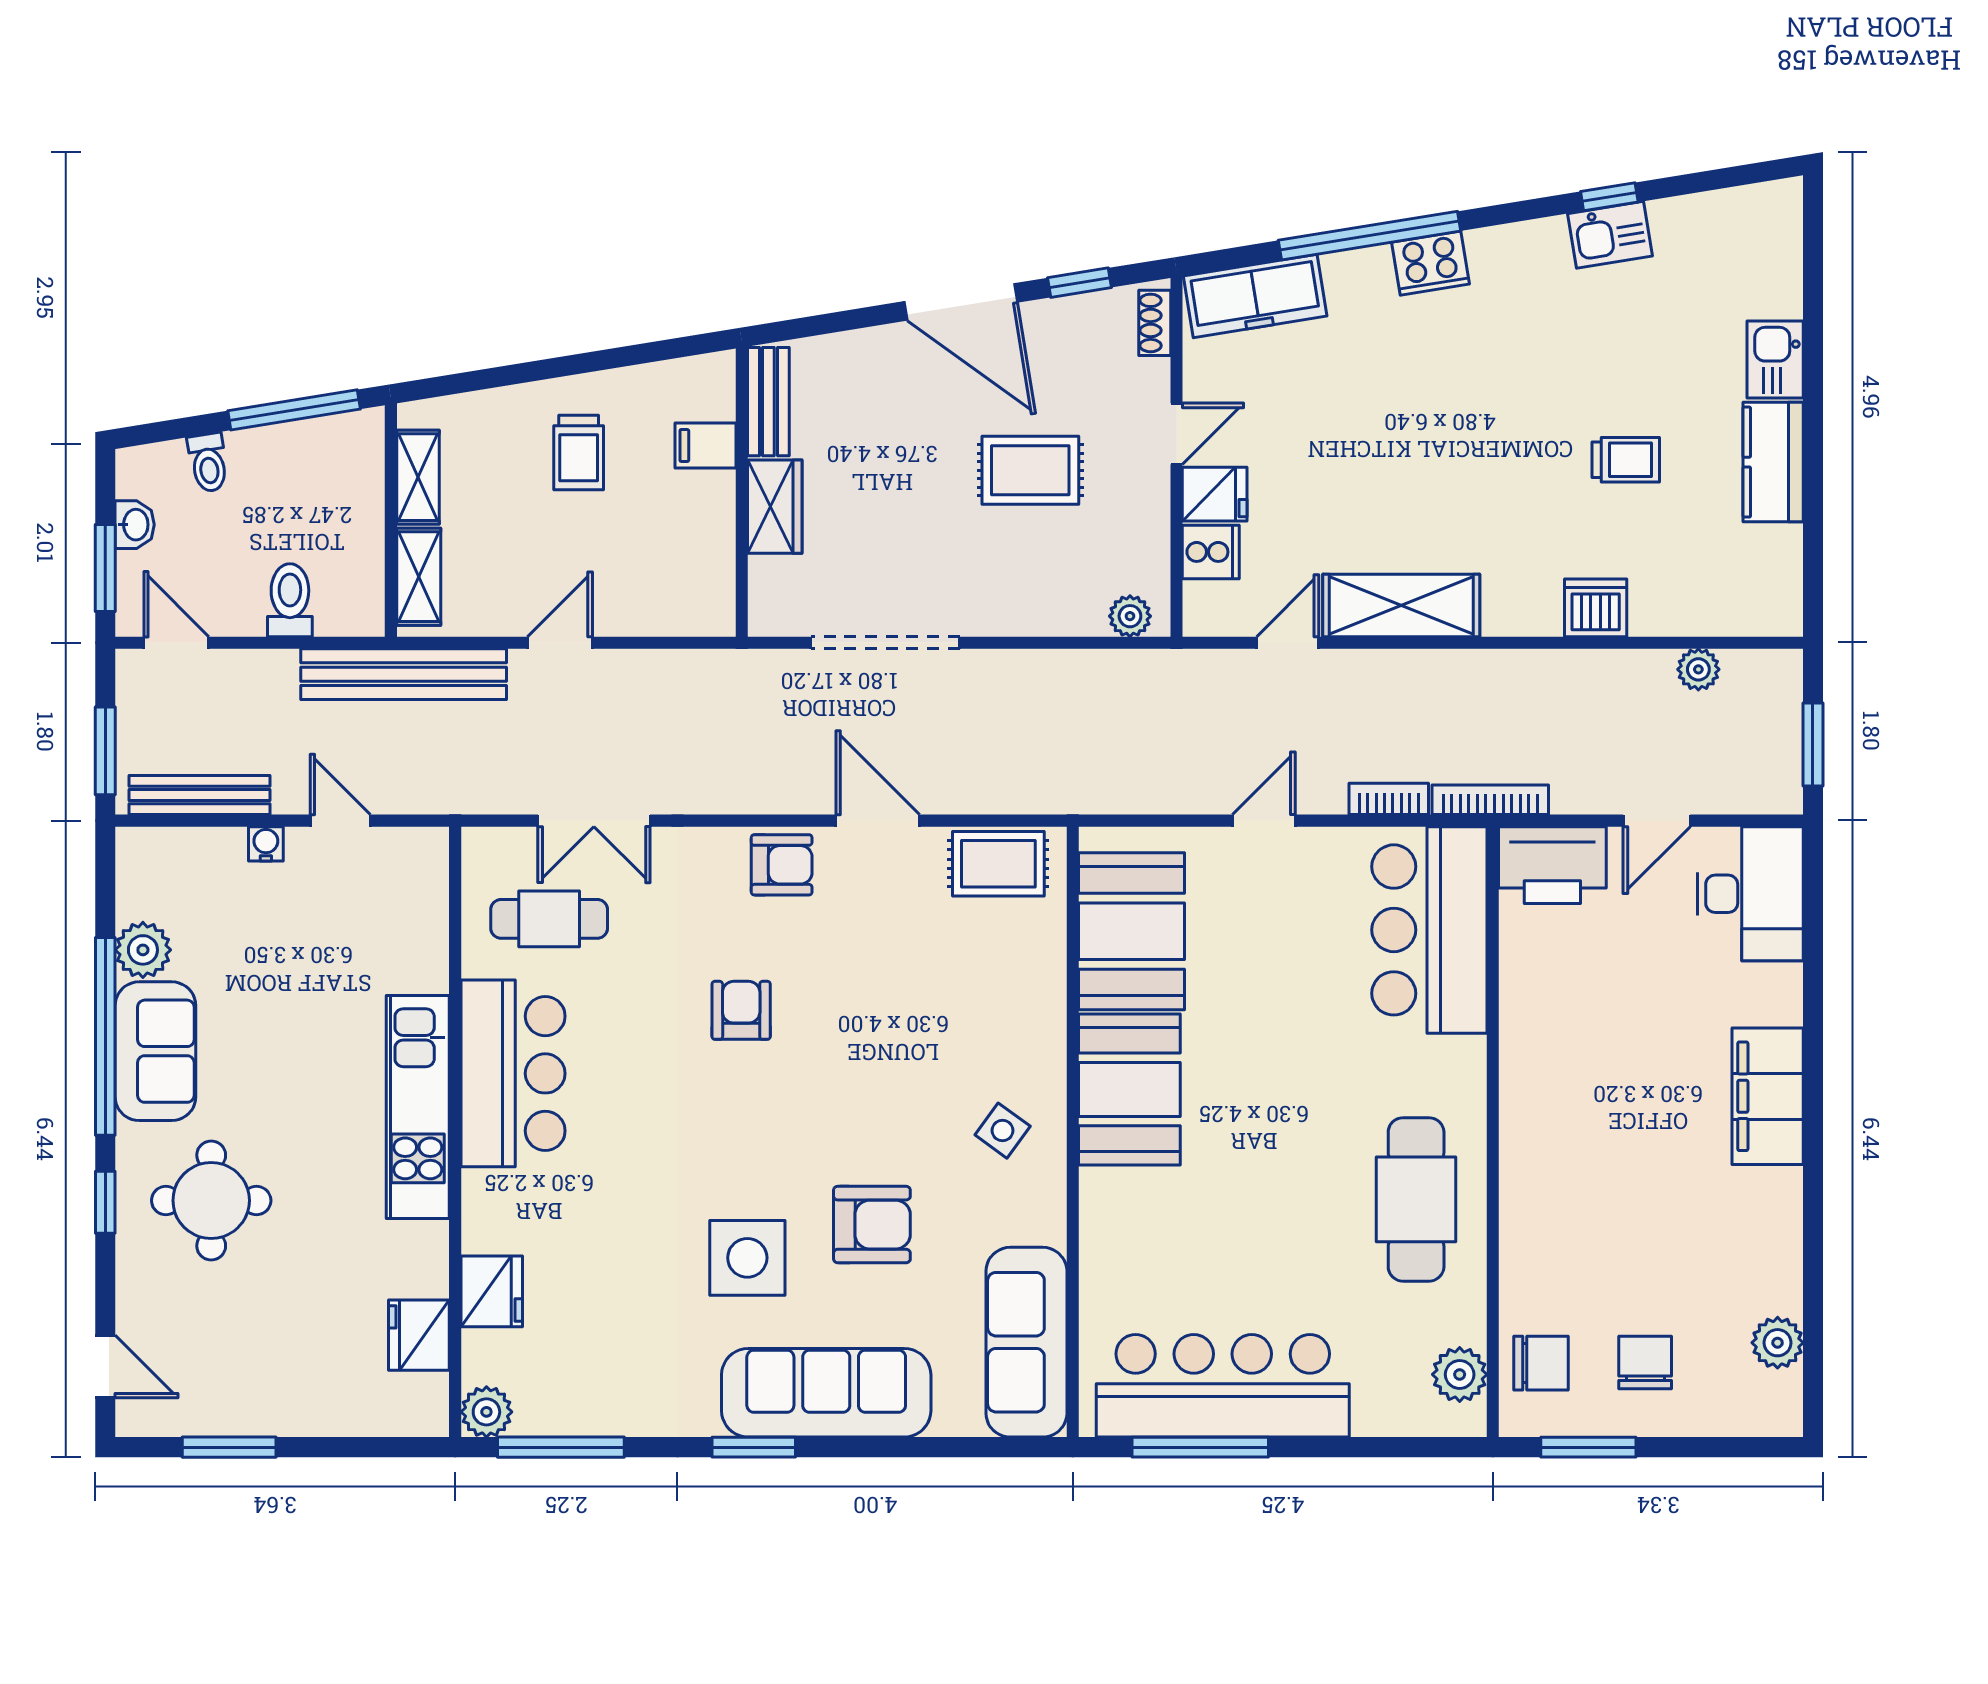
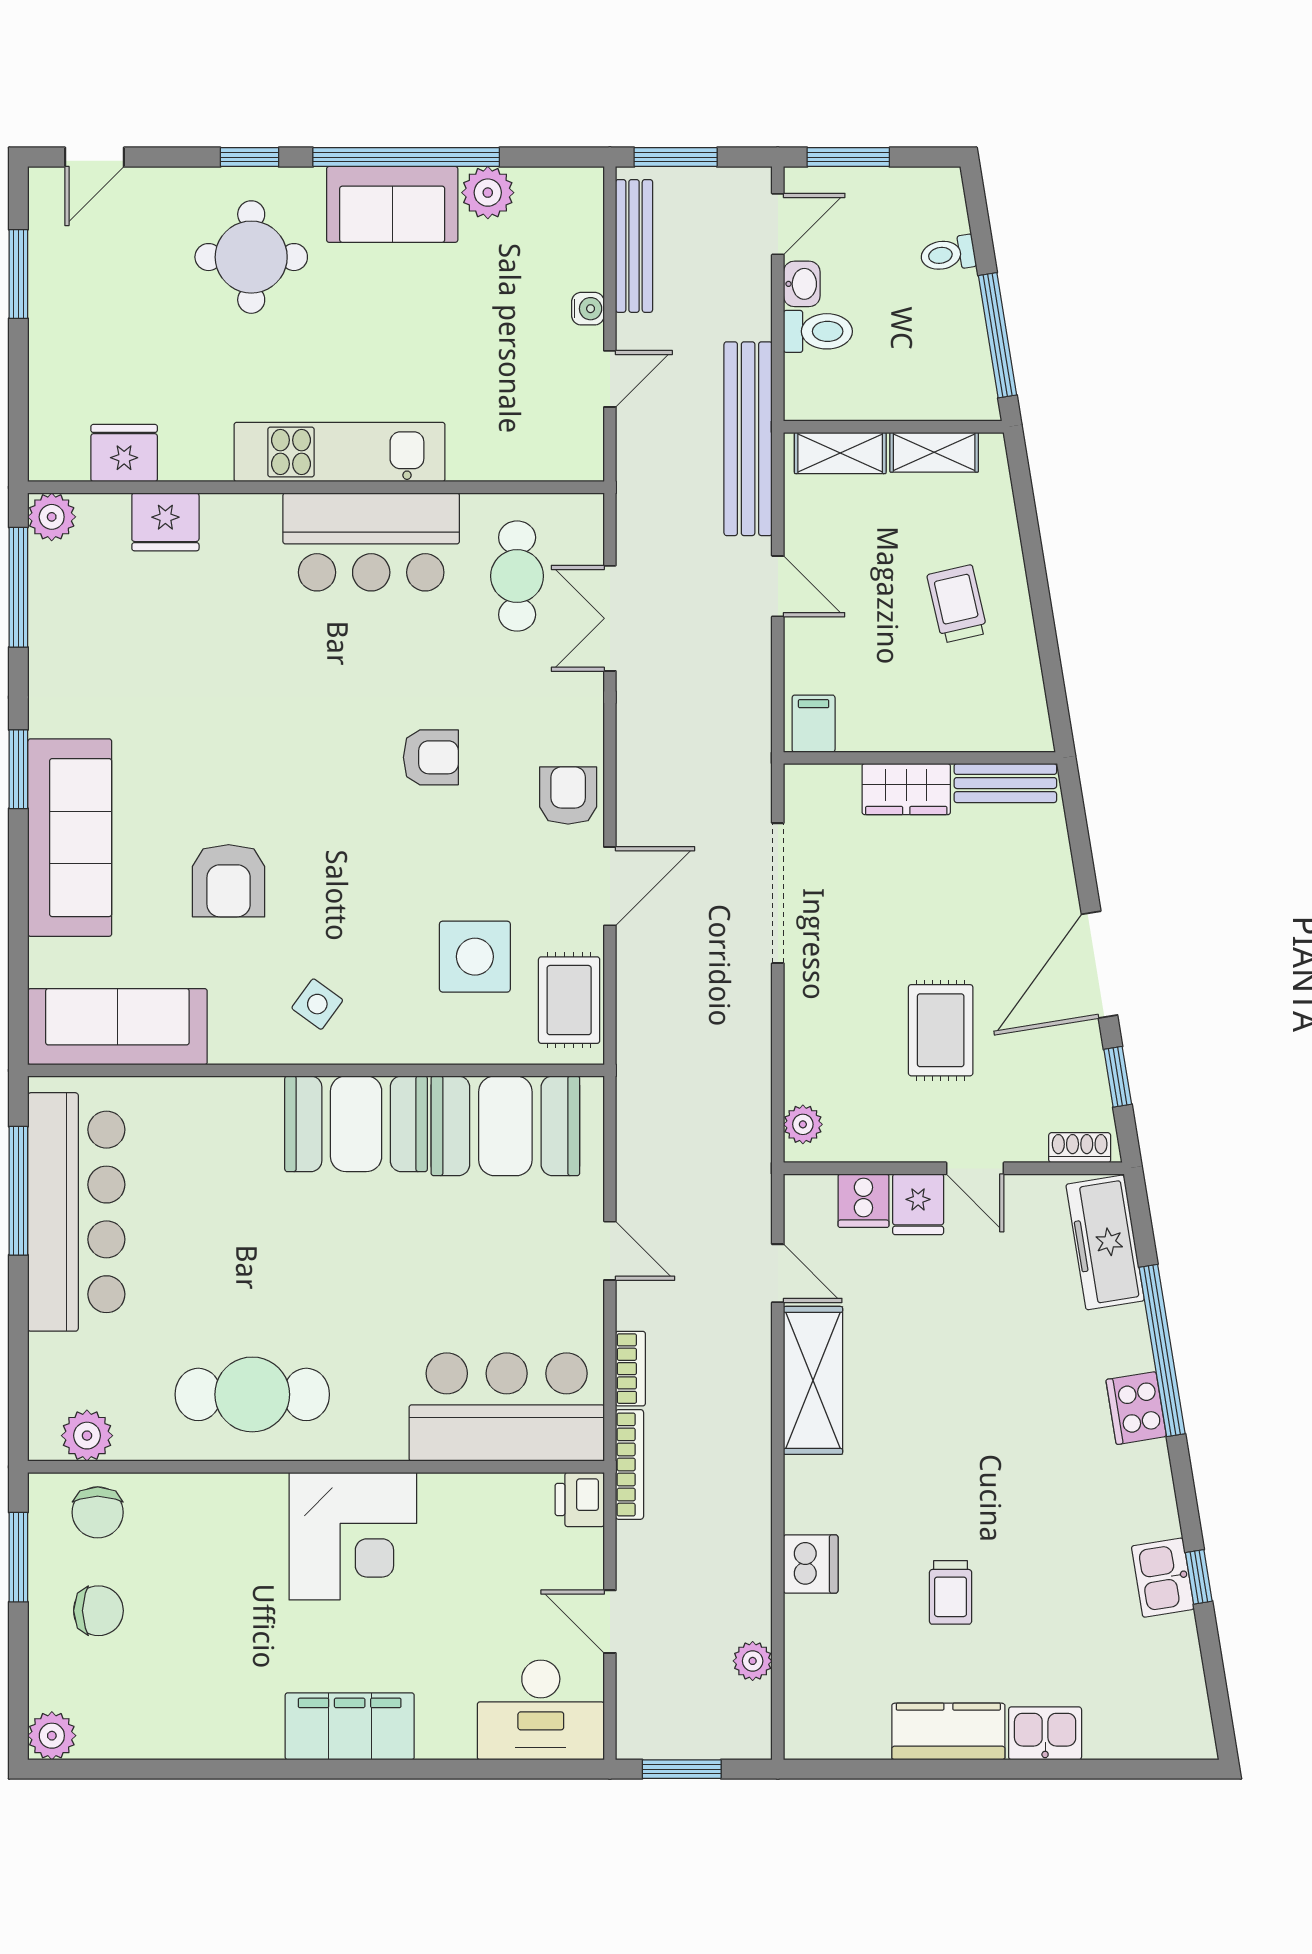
filing cabinet: (706, 445) -> (814, 724), moved
trolley: (579, 453) -> (957, 604), turned 77
washbasin: (135, 525) -> (802, 284), moved, turned -90
armchair: (782, 865) -> (568, 796), turned 180
printer: (1552, 865) -> (580, 1500), width x0.53, depth x0.68
corner desk: (1566, 1093) -> (353, 1536), added
side table: (747, 1258) -> (475, 957), moved
plant: (1778, 1343) -> (52, 1736), moved

